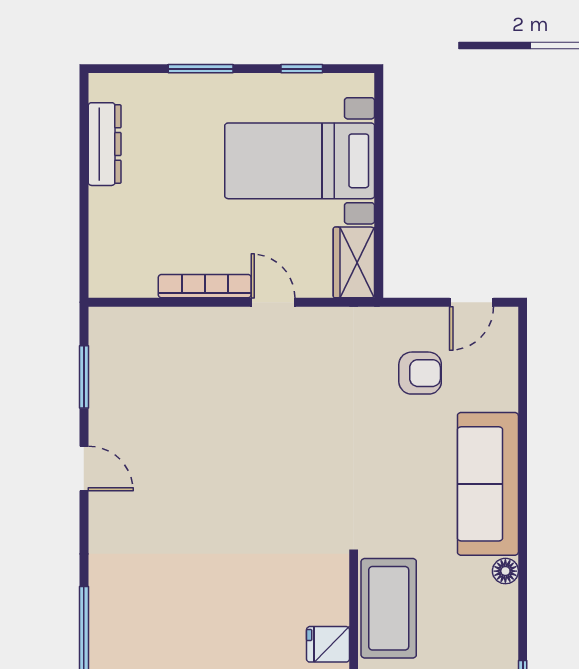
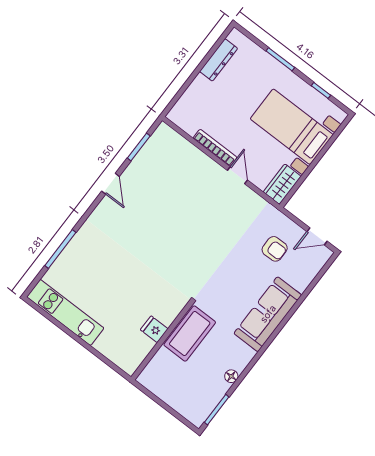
floor lamp: (505, 571) -> (231, 376), moved

